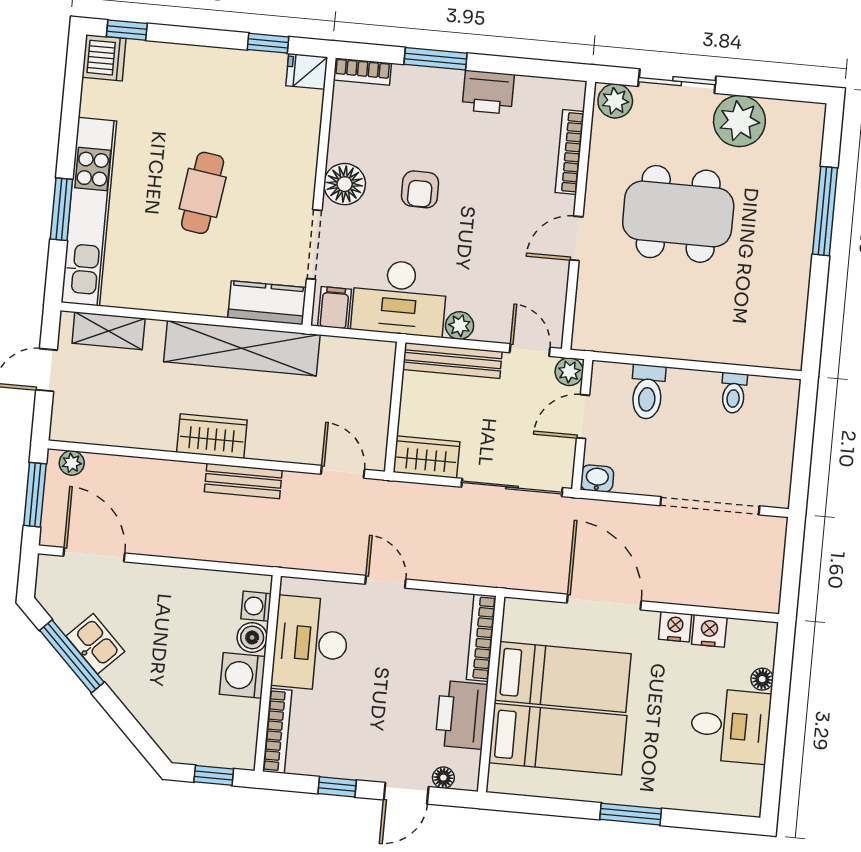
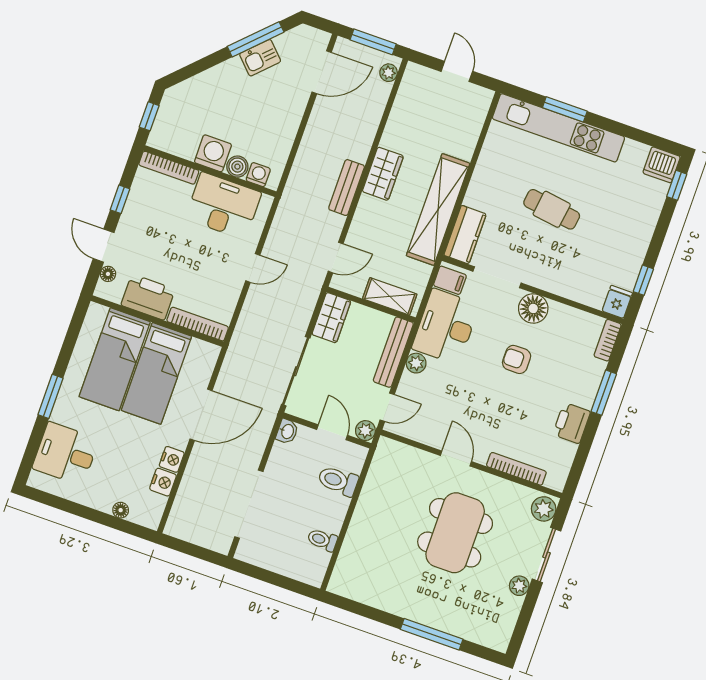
plant: (739, 121) -> (519, 586), width x0.53, depth x0.53
shelving: (109, 331) -> (390, 296), moved, turned 90
desk: (730, 726) -> (66, 454), moved, turned 90

